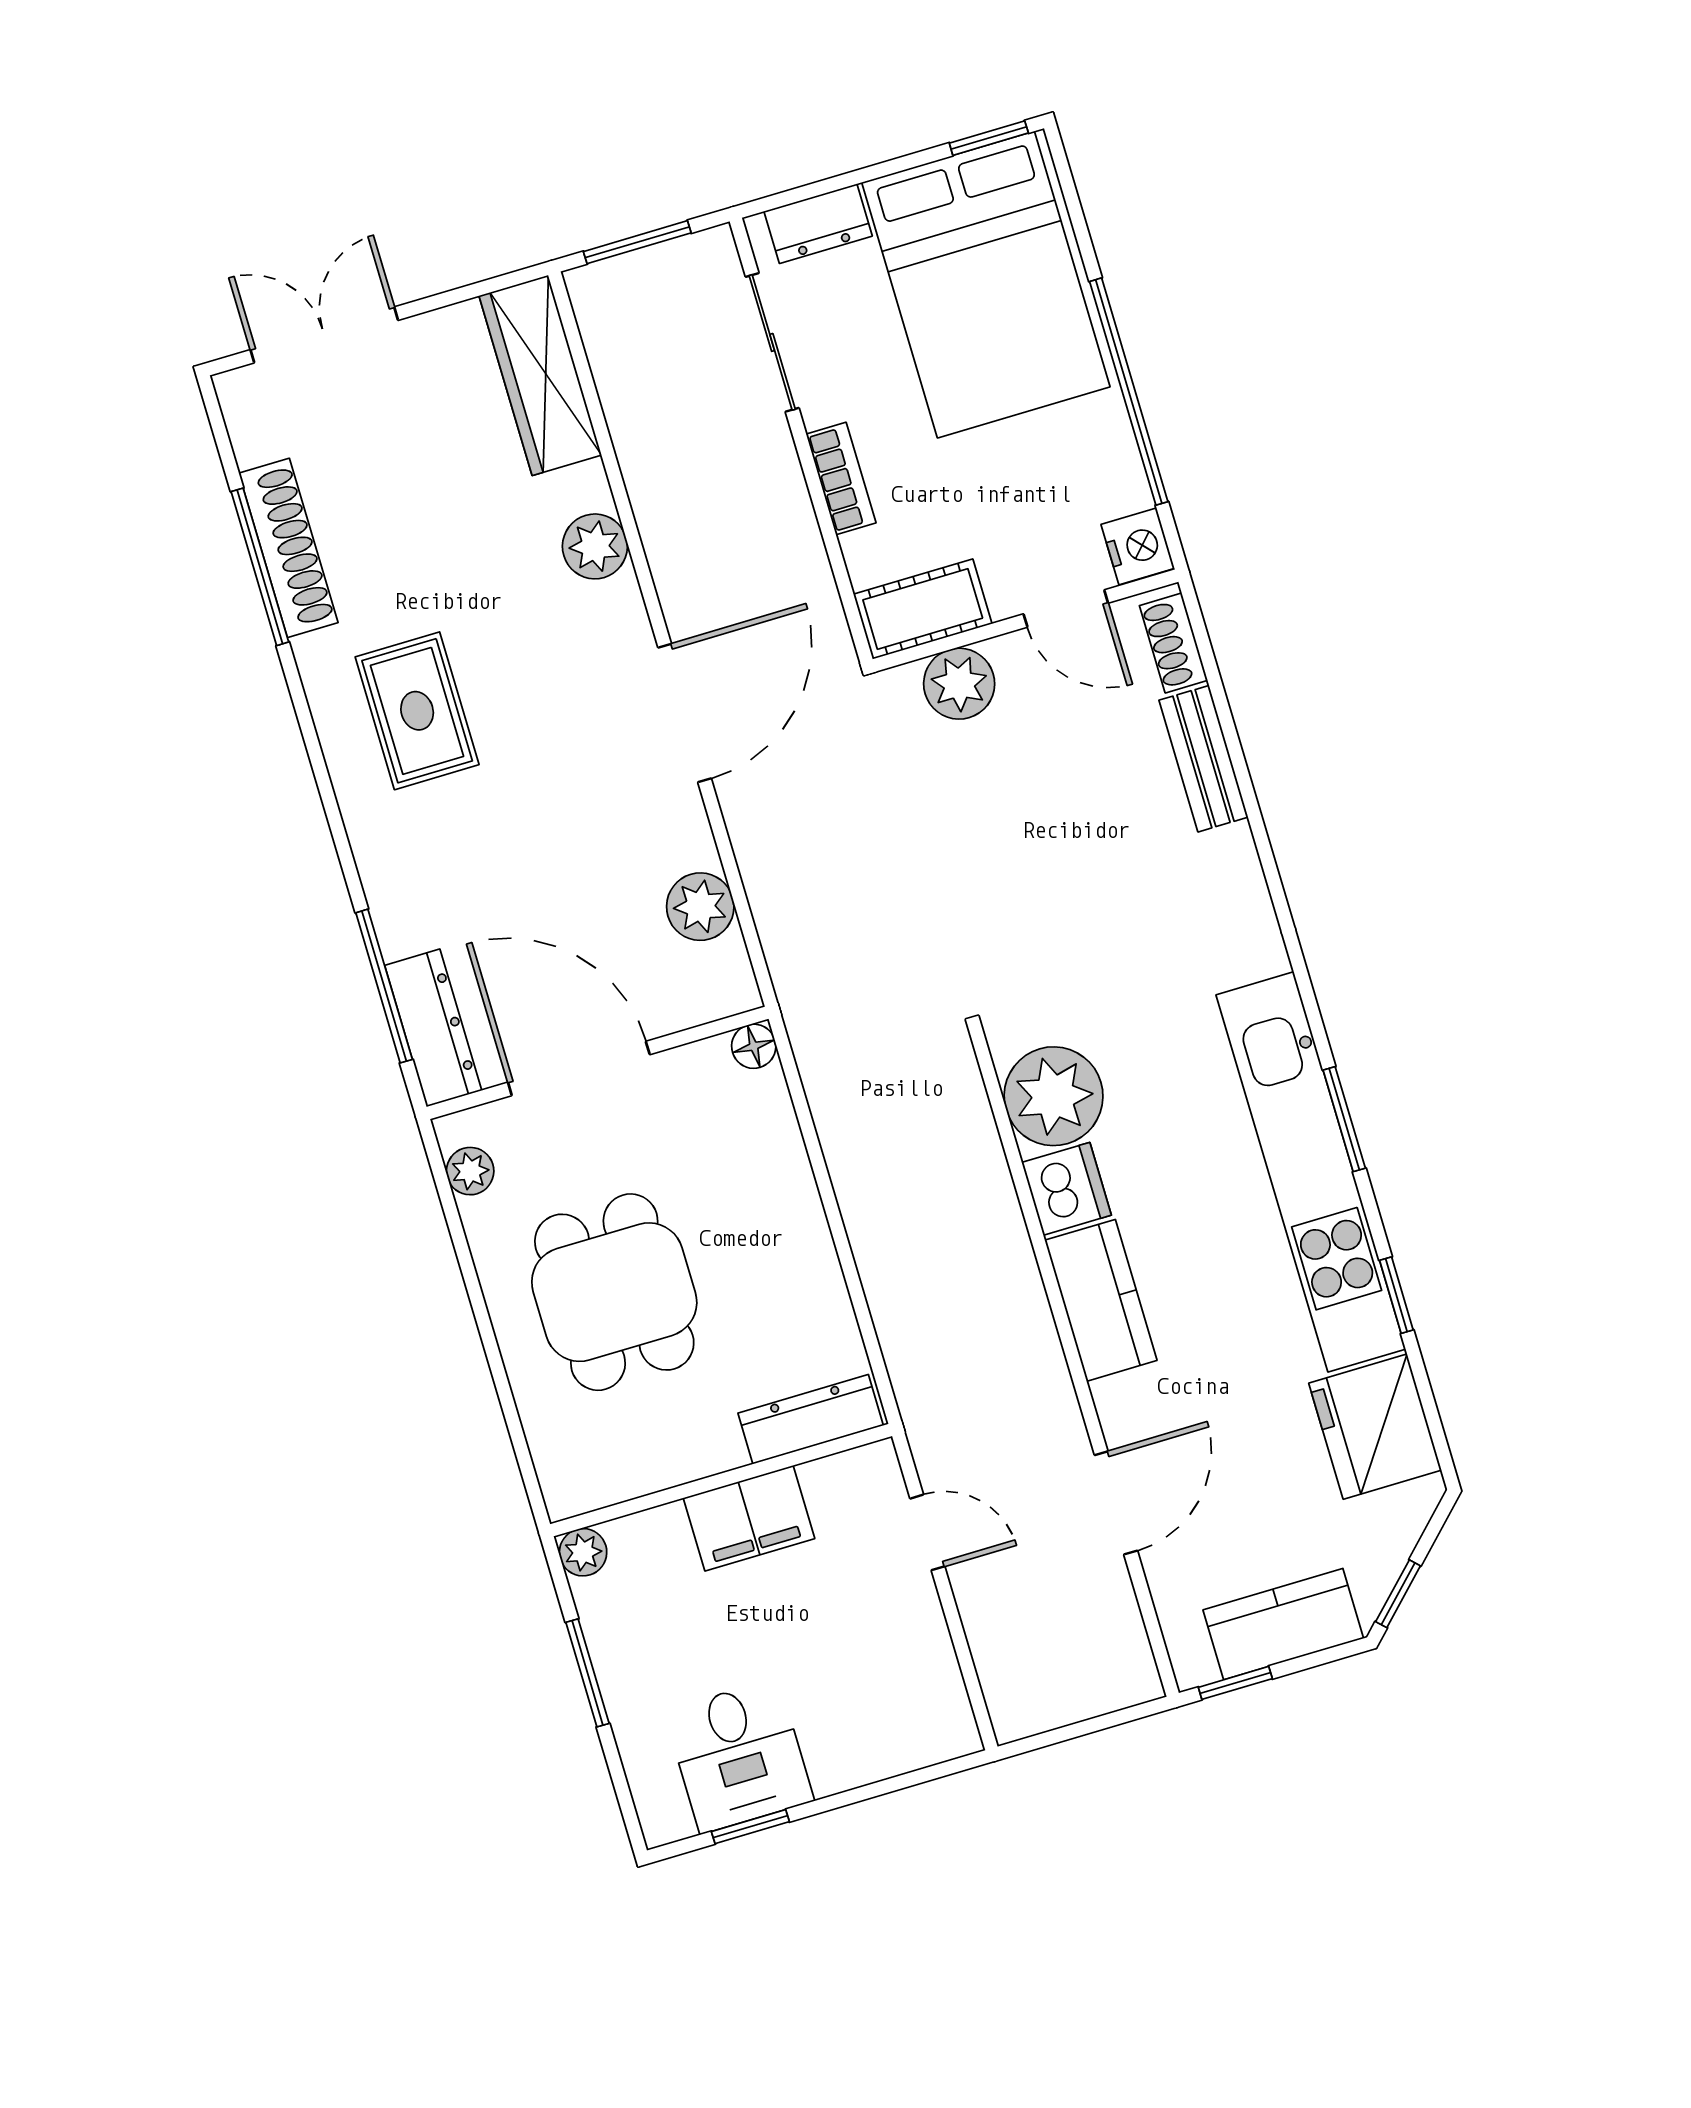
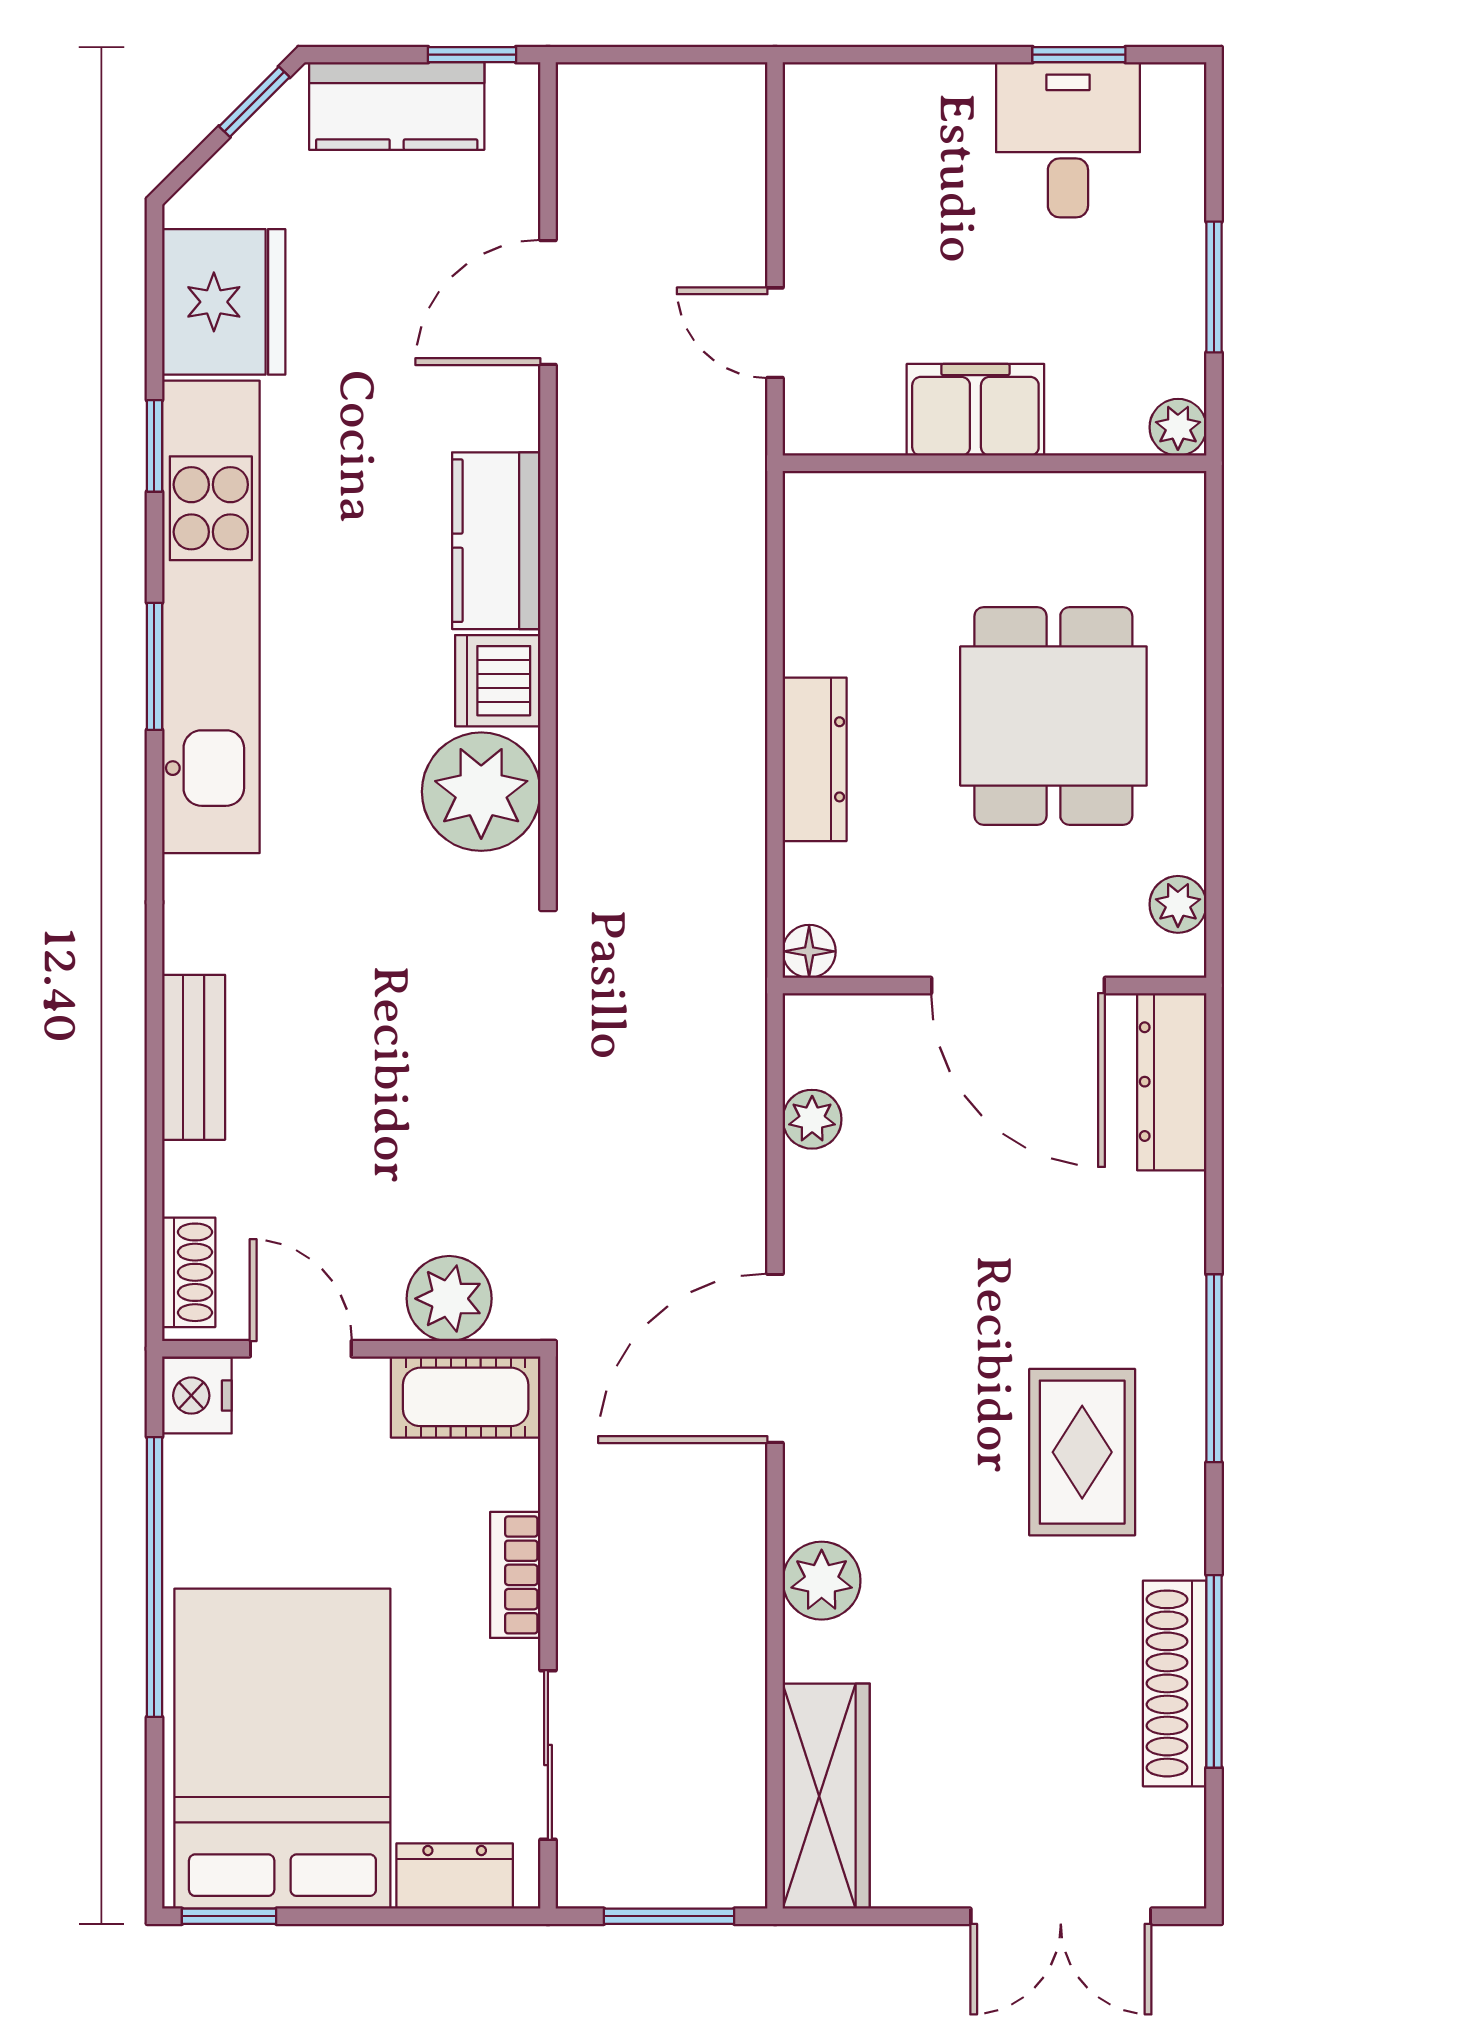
bench: (1204, 759) -> (194, 1057), moved
plant: (700, 907) -> (812, 1119), width x0.73, depth x0.73
window: (384, 986) -> (1214, 1368), moved
dresser: (811, 1419) -> (815, 759), moved, turned -90

